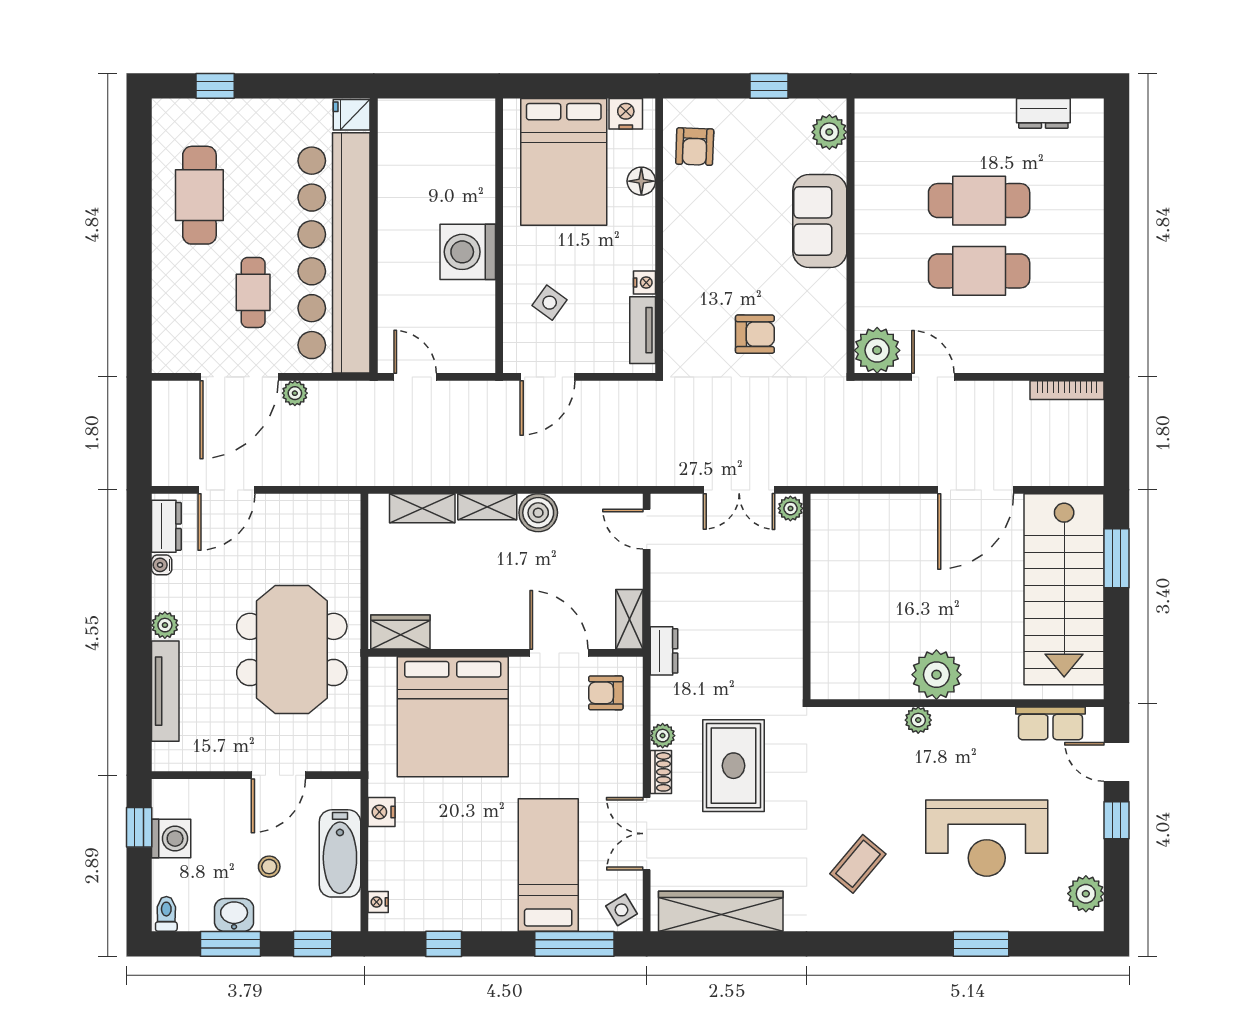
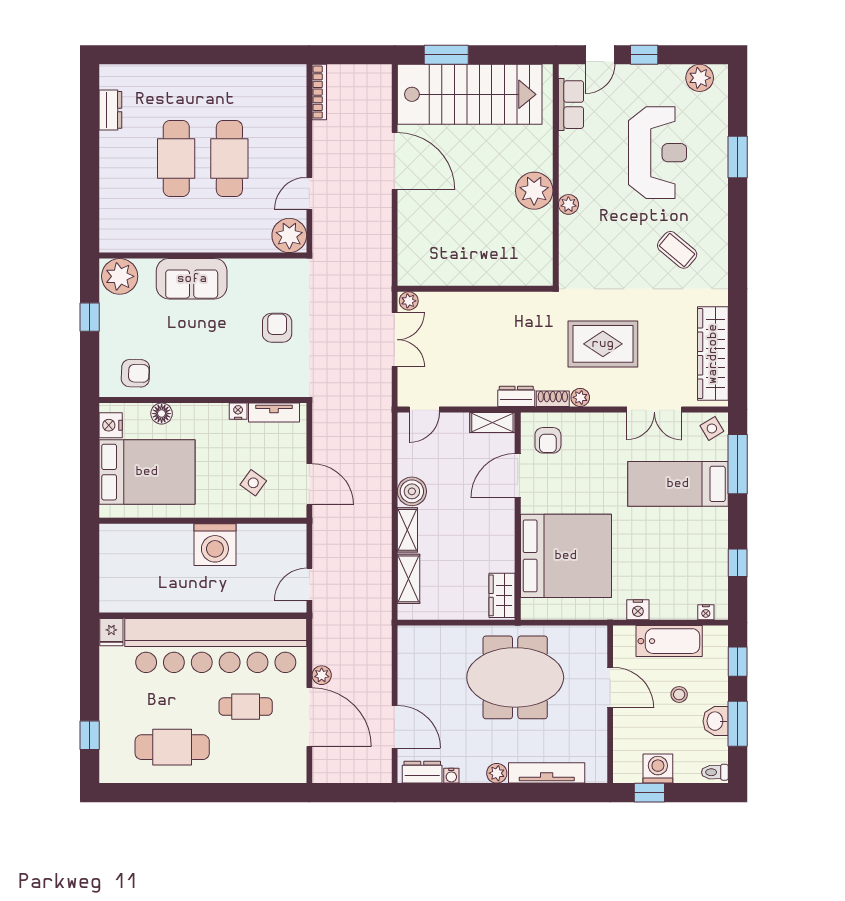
plant: (829, 132) -> (120, 276), width x1.36, depth x1.36
shoe rack: (661, 772) -> (553, 399), moved

